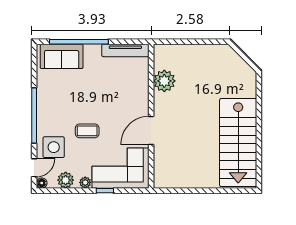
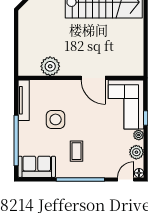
sofa: (62, 56) -> (37, 167), moved, turned -90
coffee table: (87, 131) -> (76, 151), moved
side table: (54, 147) -> (56, 119), moved
door: (34, 168) -> (126, 179), hinge flipped

